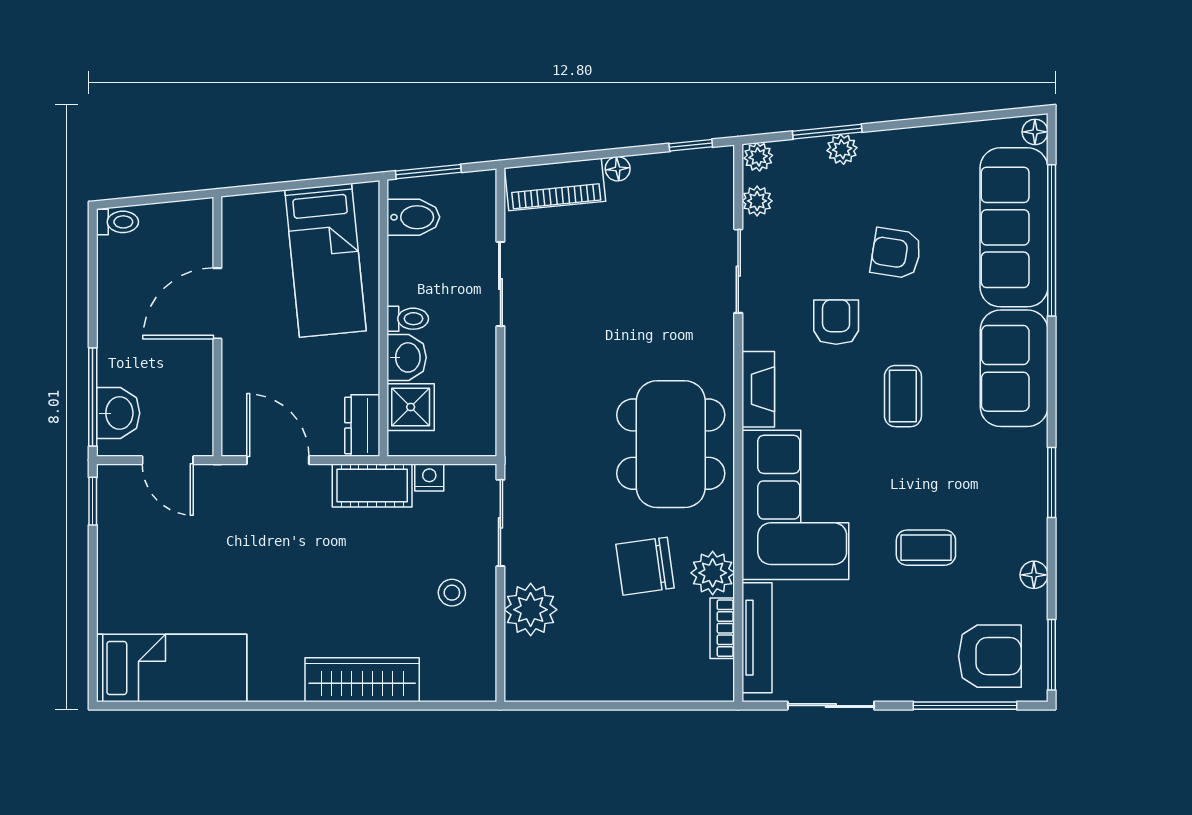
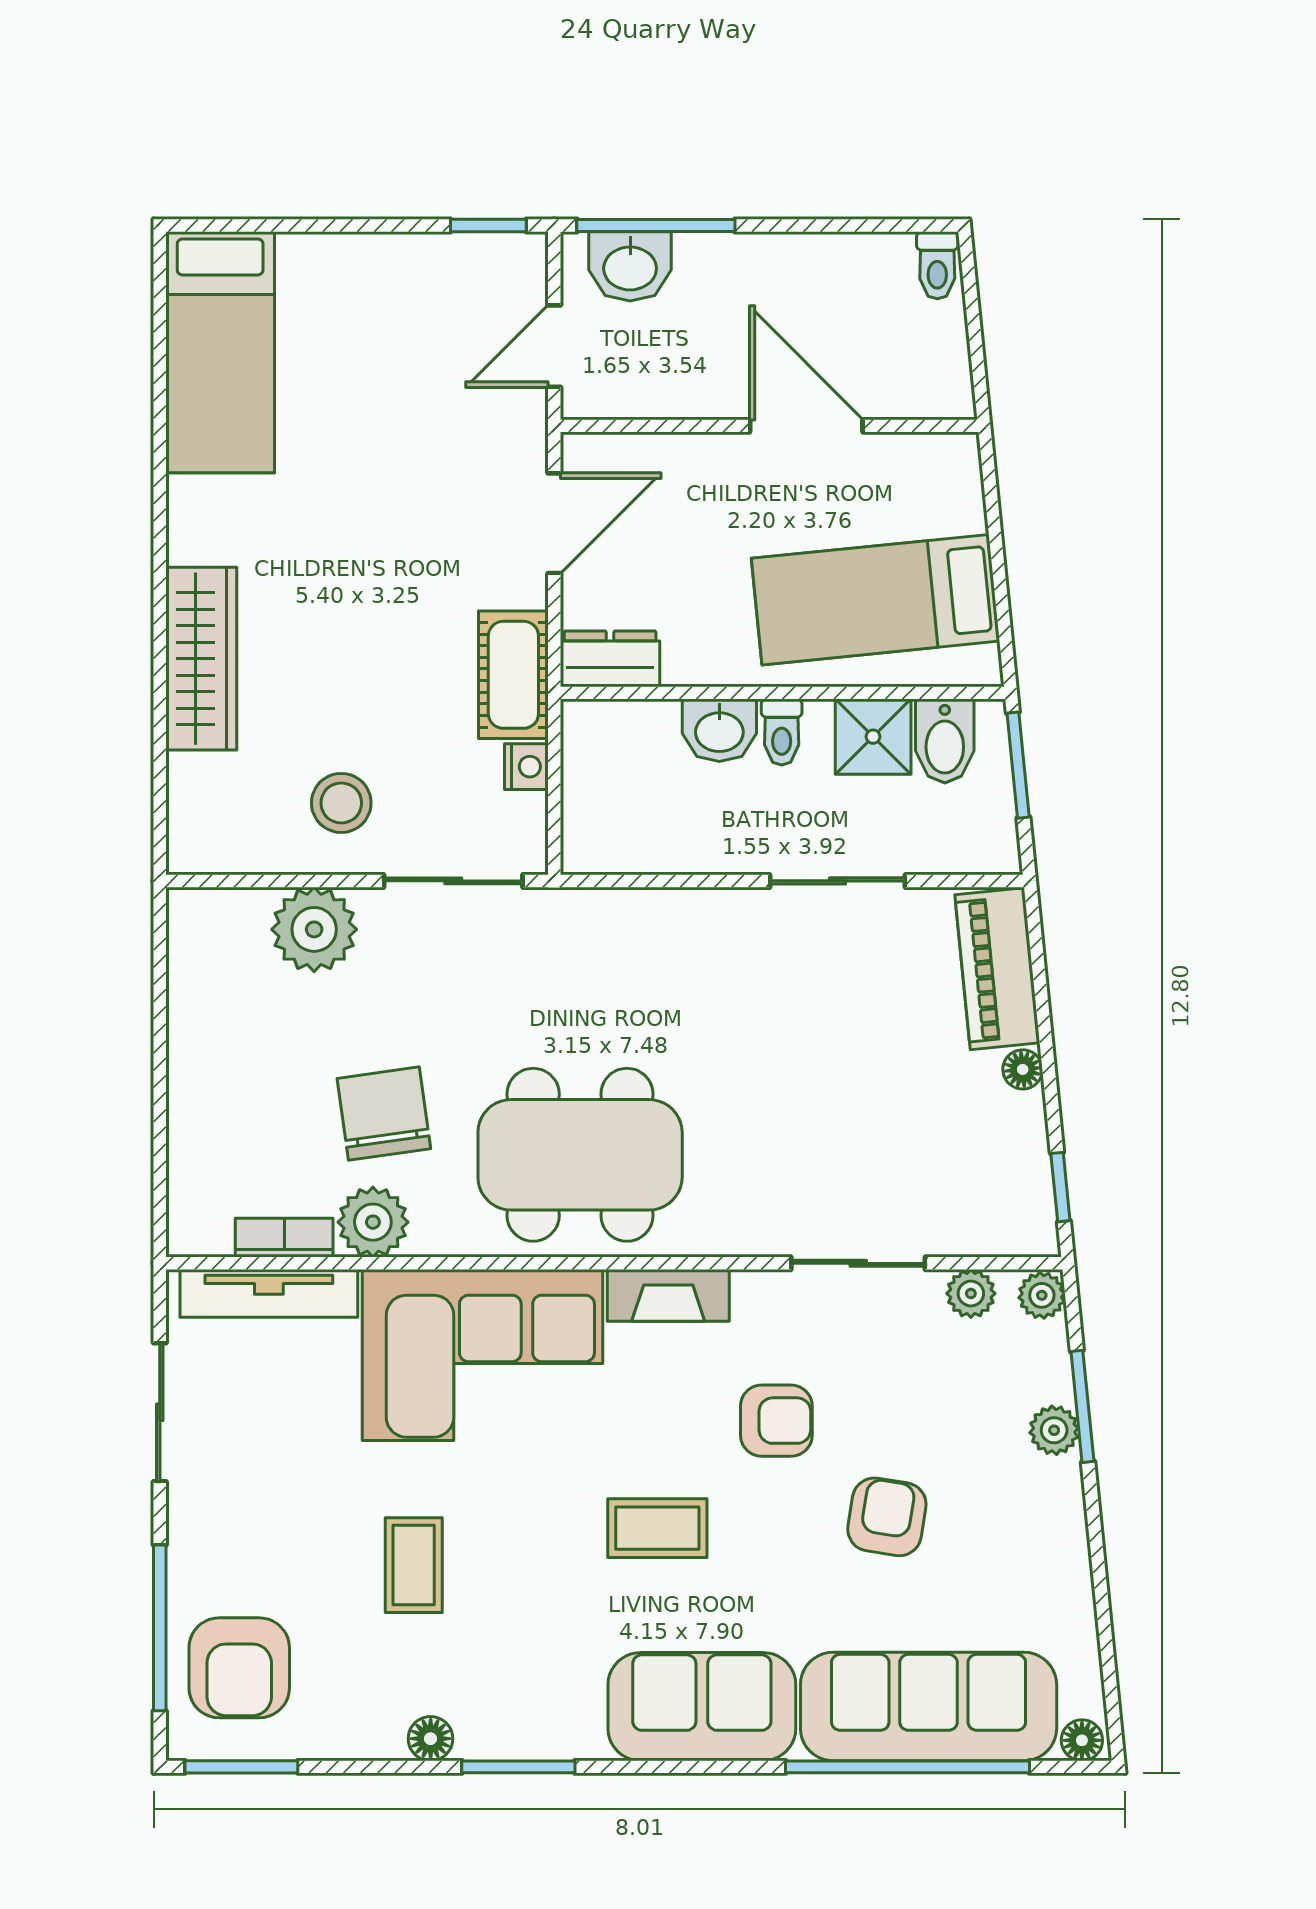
shower: (411, 407) -> (873, 737), moved
floor lamp: (1034, 575) -> (431, 1739), moved
stool: (452, 593) -> (341, 803), width x1.37, depth x1.37

